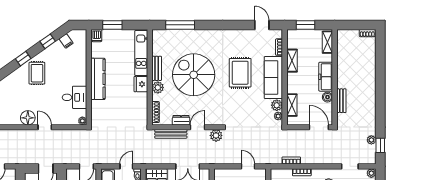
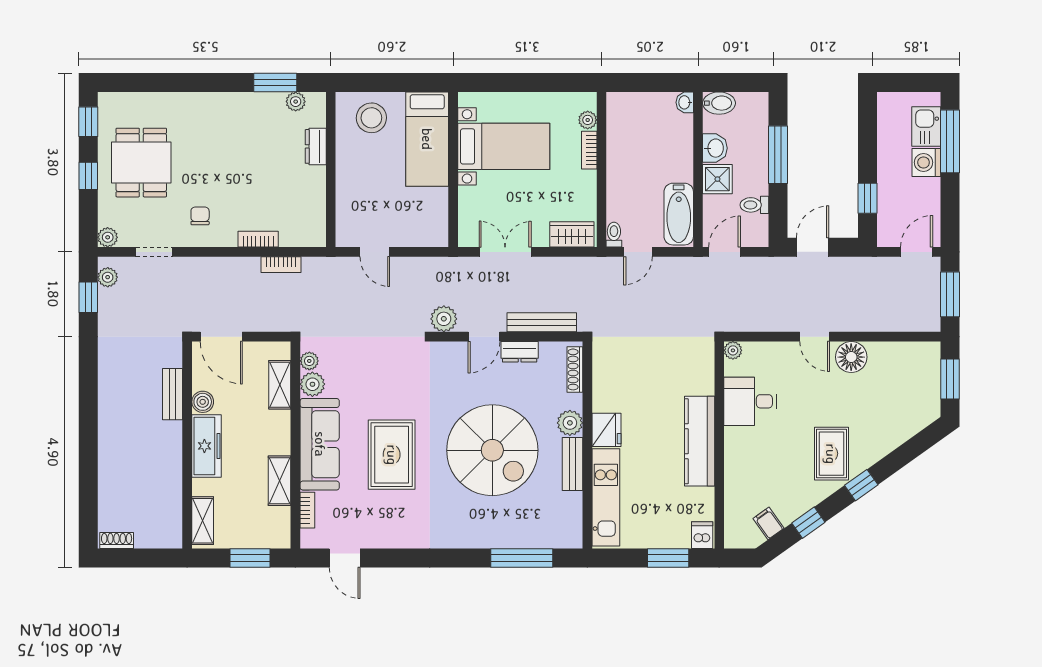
plant: (371, 140) -> (108, 277), moved

